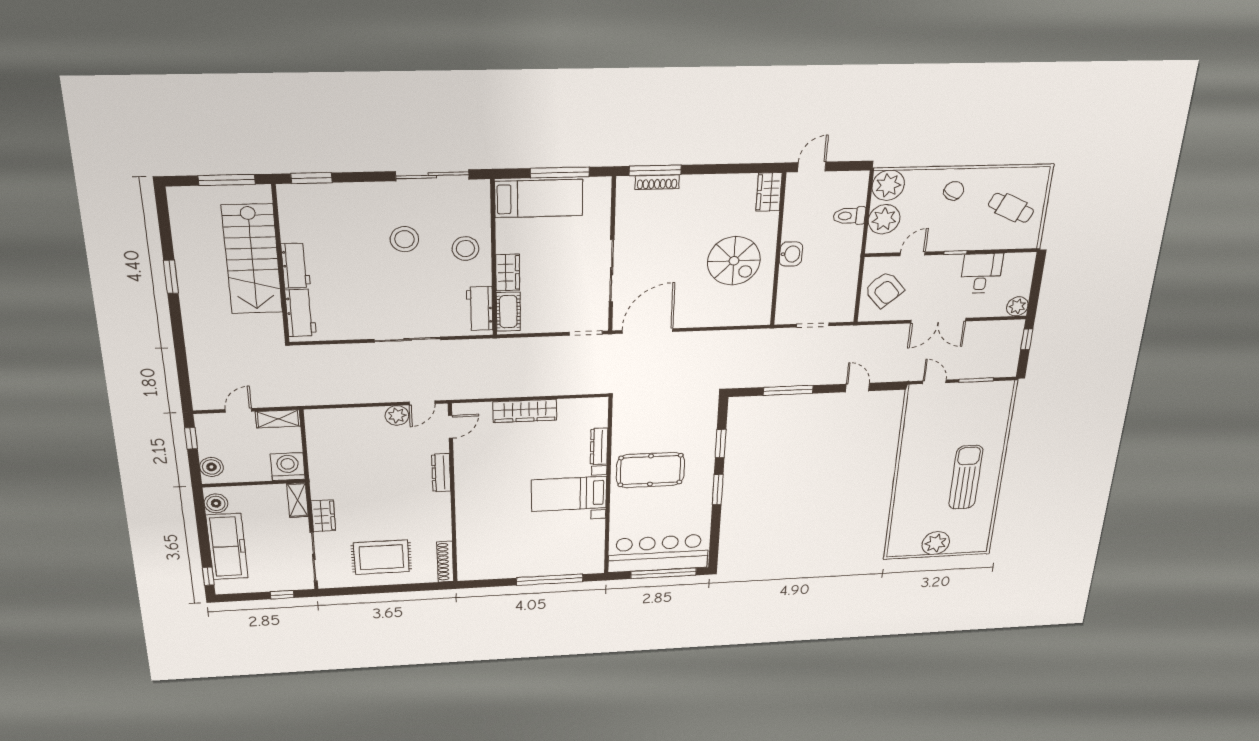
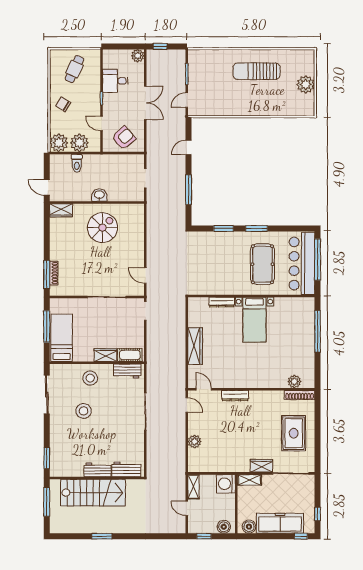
door: (647, 331) -> (145, 275), width x0.53
plant: (397, 416) -> (195, 442), moved
pool table: (650, 470) -> (262, 264), moved
plant: (467, 554) -> (294, 382), added
window: (282, 595) -> (318, 514), moved

